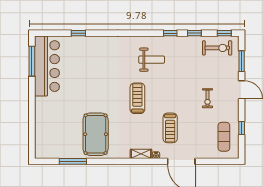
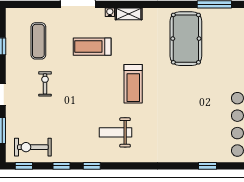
treadmill: (170, 128) -> (92, 47), turned -90
exercise mat: (224, 137) -> (38, 41), moved

